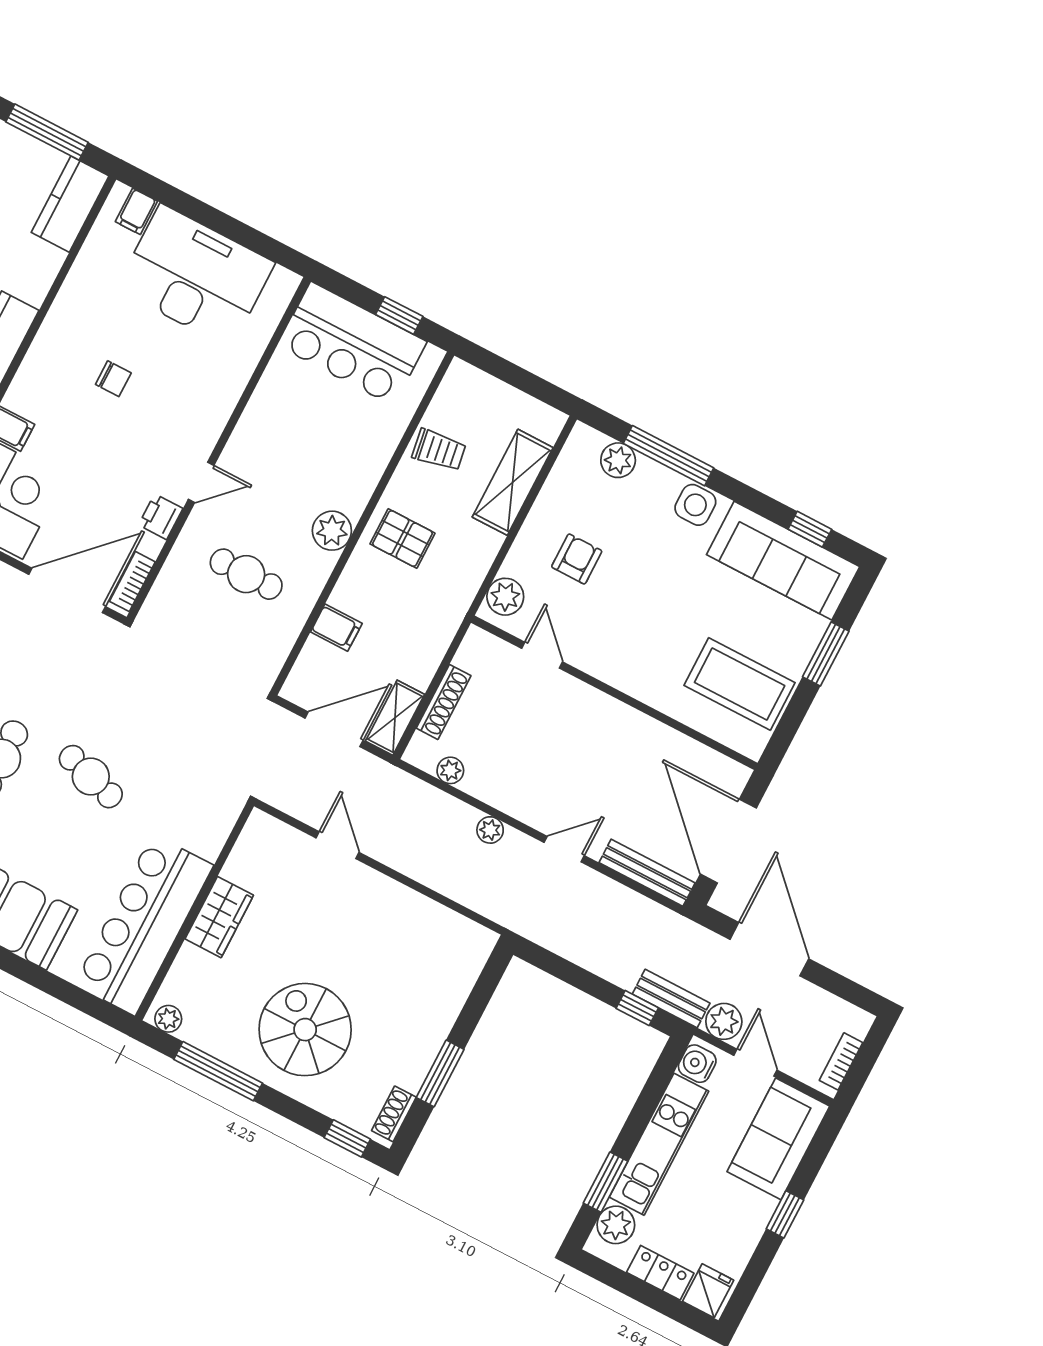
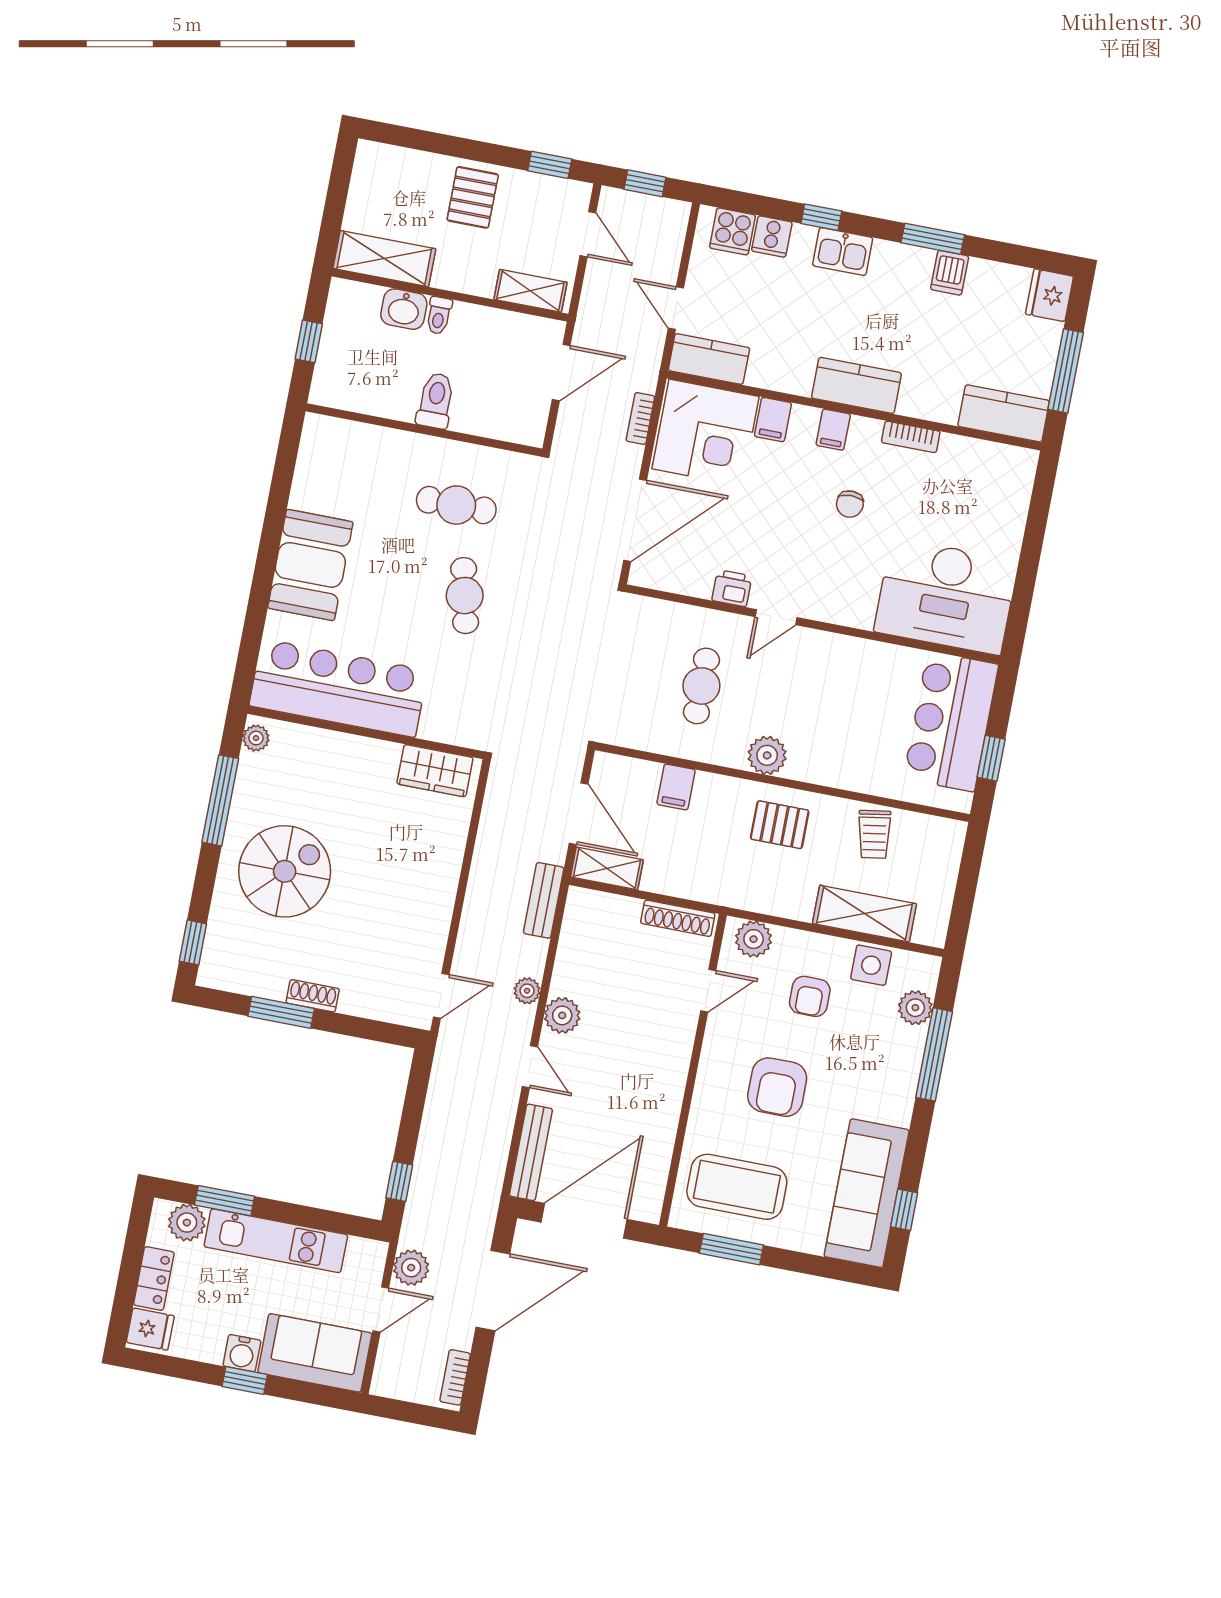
filing cabinet: (136, 211) -> (833, 430), moved, turned -90
desk: (195, 276) -> (946, 596), moved, turned 90
door: (201, 482) -> (776, 617), hinge flipped
side table: (695, 505) -> (871, 965), moved
pallet: (402, 539) -> (780, 825), turned 90
armchair: (577, 559) -> (810, 996), turned 90
bookcase: (132, 582) -> (911, 437), moved, turned 180
door: (67, 590) -> (635, 520), hinge flipped
armchair: (655, 616) -> (777, 1087), added
window: (826, 654) -> (731, 1249), moved
coffee table: (740, 684) -> (737, 1187), turned 90
shoe rack: (444, 702) -> (678, 918), moved
plant: (450, 770) -> (562, 1015), moved, width x1.38, depth x1.38
cafe table: (91, 777) -> (465, 596), turned -30
door: (337, 845) -> (441, 996), moved
wardrobe: (219, 917) -> (435, 771), moved
bench: (671, 999) -> (544, 900), moved
bookcase: (841, 1061) -> (455, 1377), moved, turned -90
water cooler: (697, 1064) -> (242, 1353), moved, turned 180
shoe rack: (394, 1114) -> (313, 996), moved

